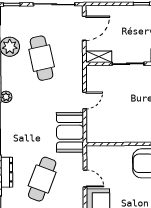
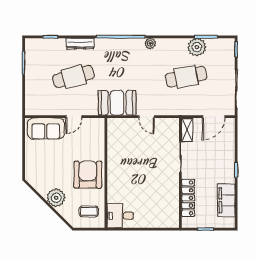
door: (84, 28) -> (214, 117), hinge flipped
cafe table: (42, 179) -> (74, 77), turned -36

